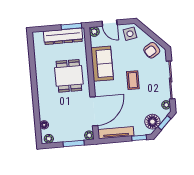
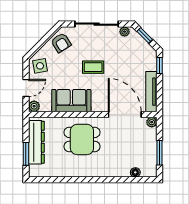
window: (71, 26) -> (26, 154), moved
floor lamp: (152, 122) -> (142, 49), removed
plant: (49, 139) -> (152, 168), removed
window: (74, 143) -> (159, 153), moved

